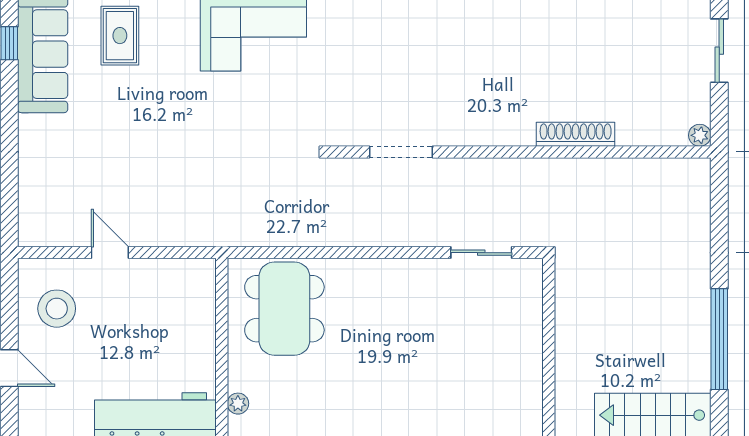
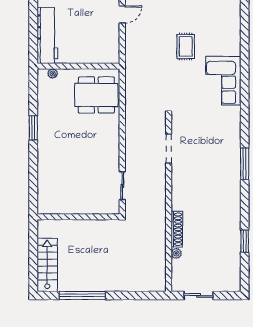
rug: (120, 36) -> (186, 46), moved, turned 90
sliding door: (719, 51) -> (199, 295), moved
plant: (700, 135) -> (176, 253), moved

